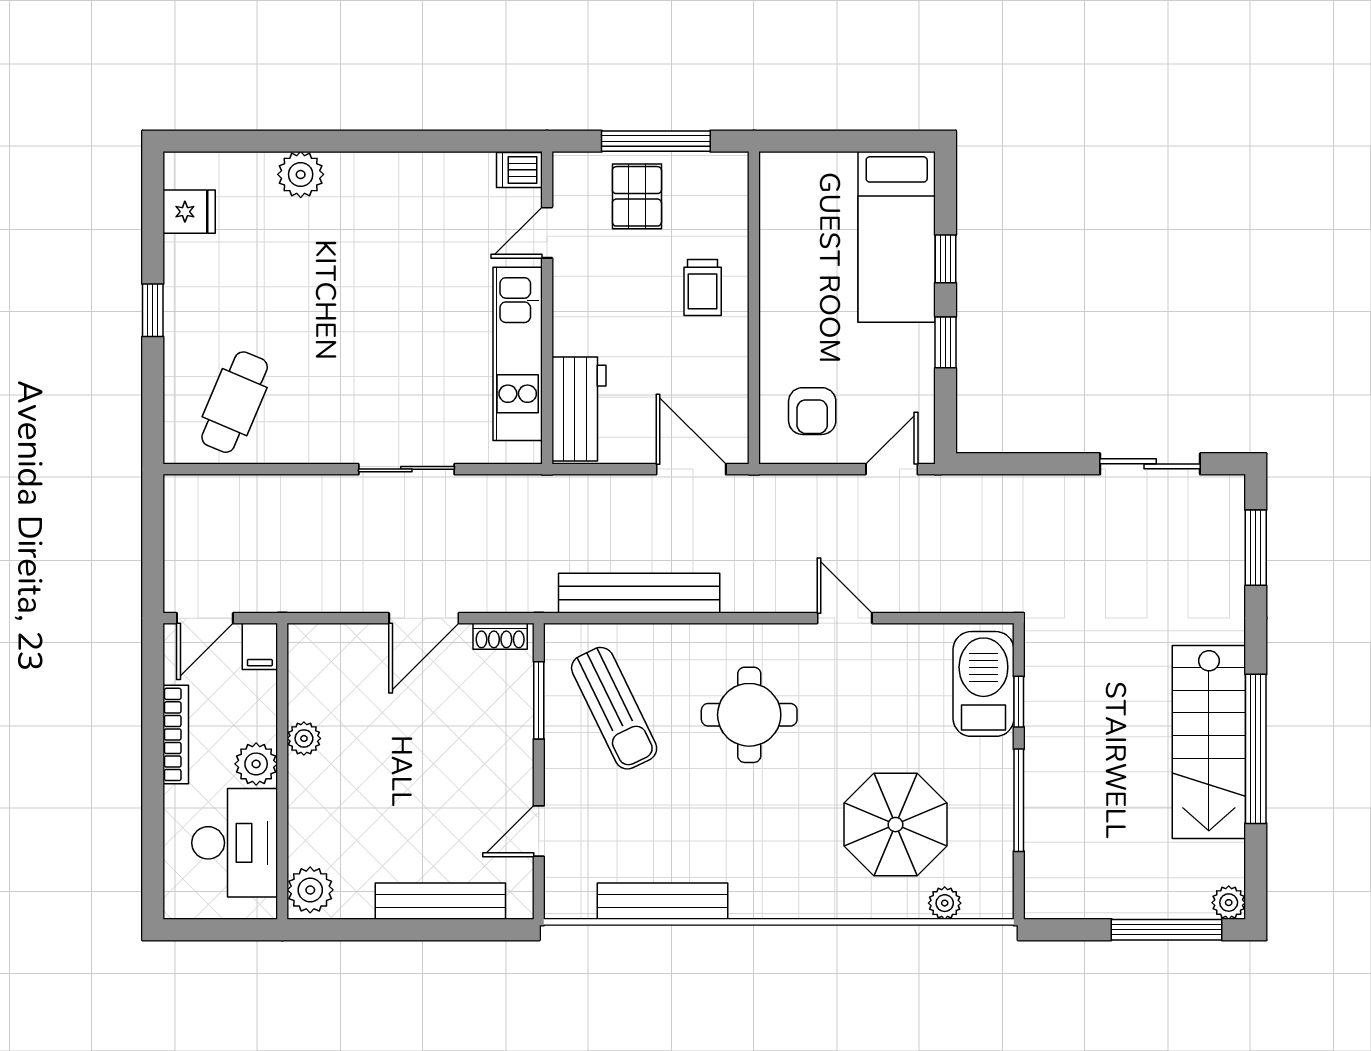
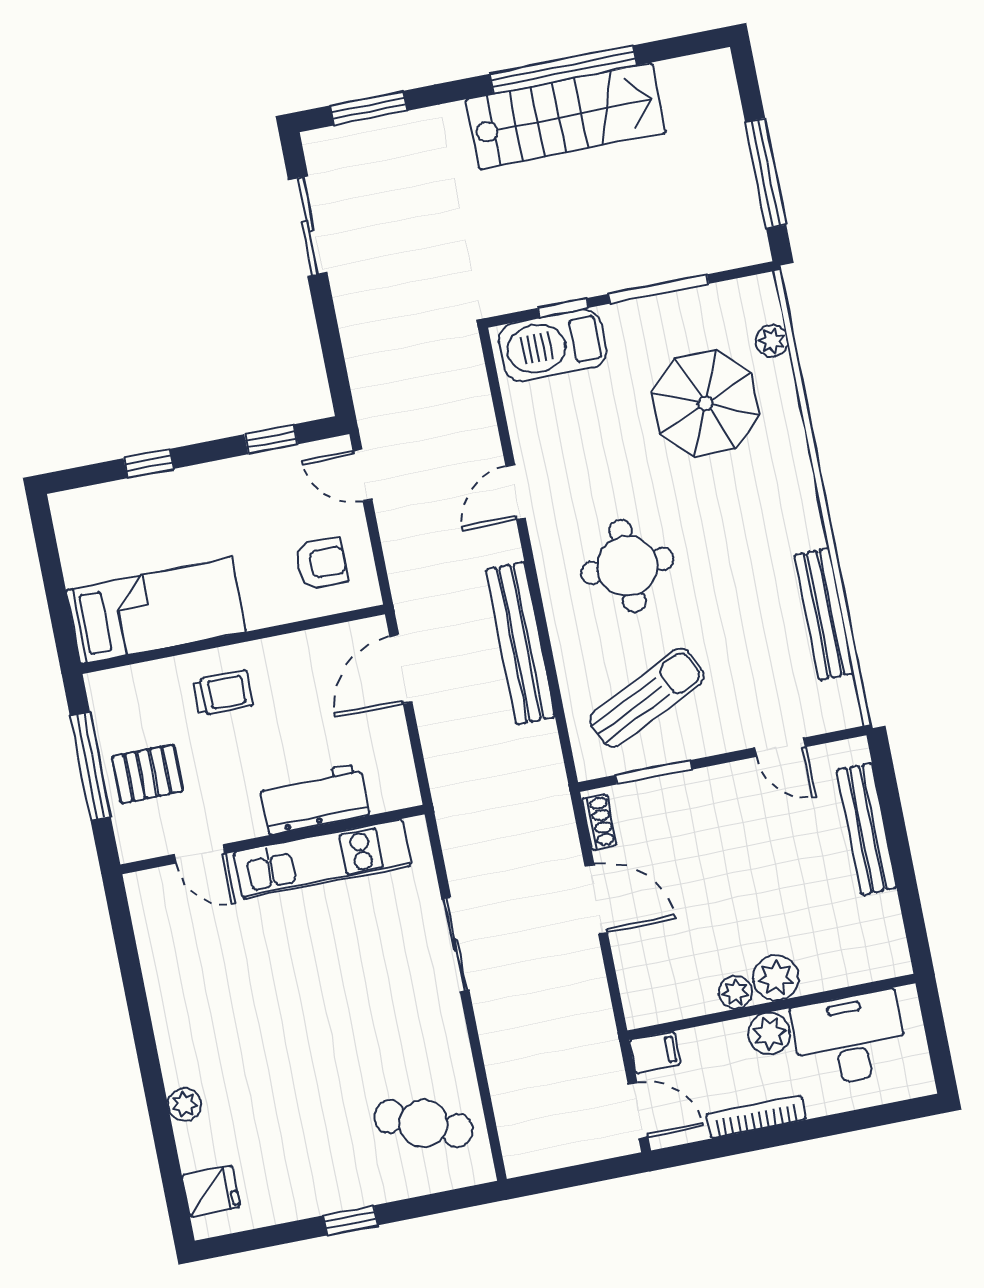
dishwasher: (519, 170) -> (144, 893), removed
plant: (301, 174) -> (185, 1105), width x0.73, depth x0.73
fridge: (189, 212) -> (211, 1191), moved, turned 90
bed: (897, 237) -> (156, 611), moved
window: (945, 342) -> (271, 439), moved
workbench: (579, 409) -> (314, 799), moved
bench: (639, 593) -> (520, 643), moved
plant: (310, 890) -> (776, 978), moved
plant: (1229, 903) -> (717, 66), removed
window: (1167, 930) -> (766, 173), moved

